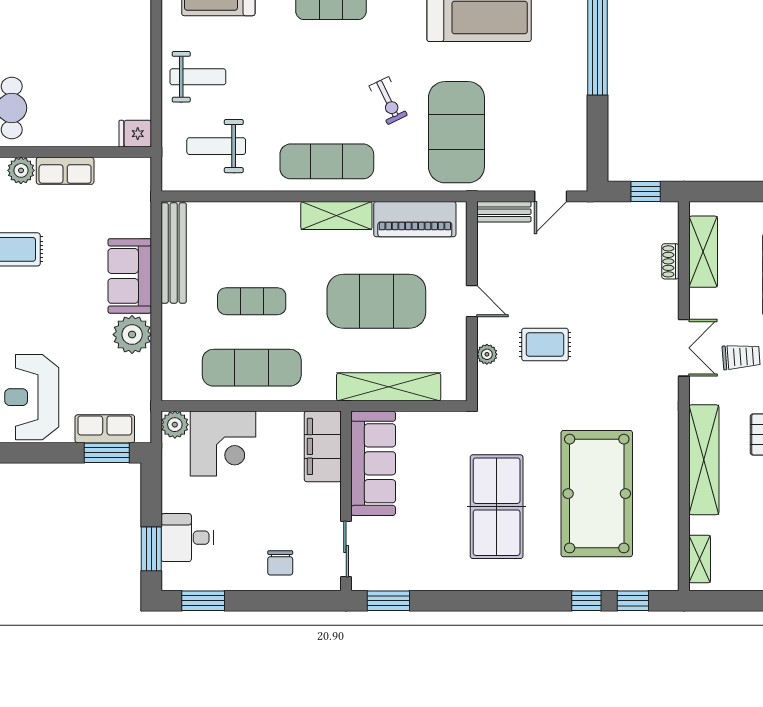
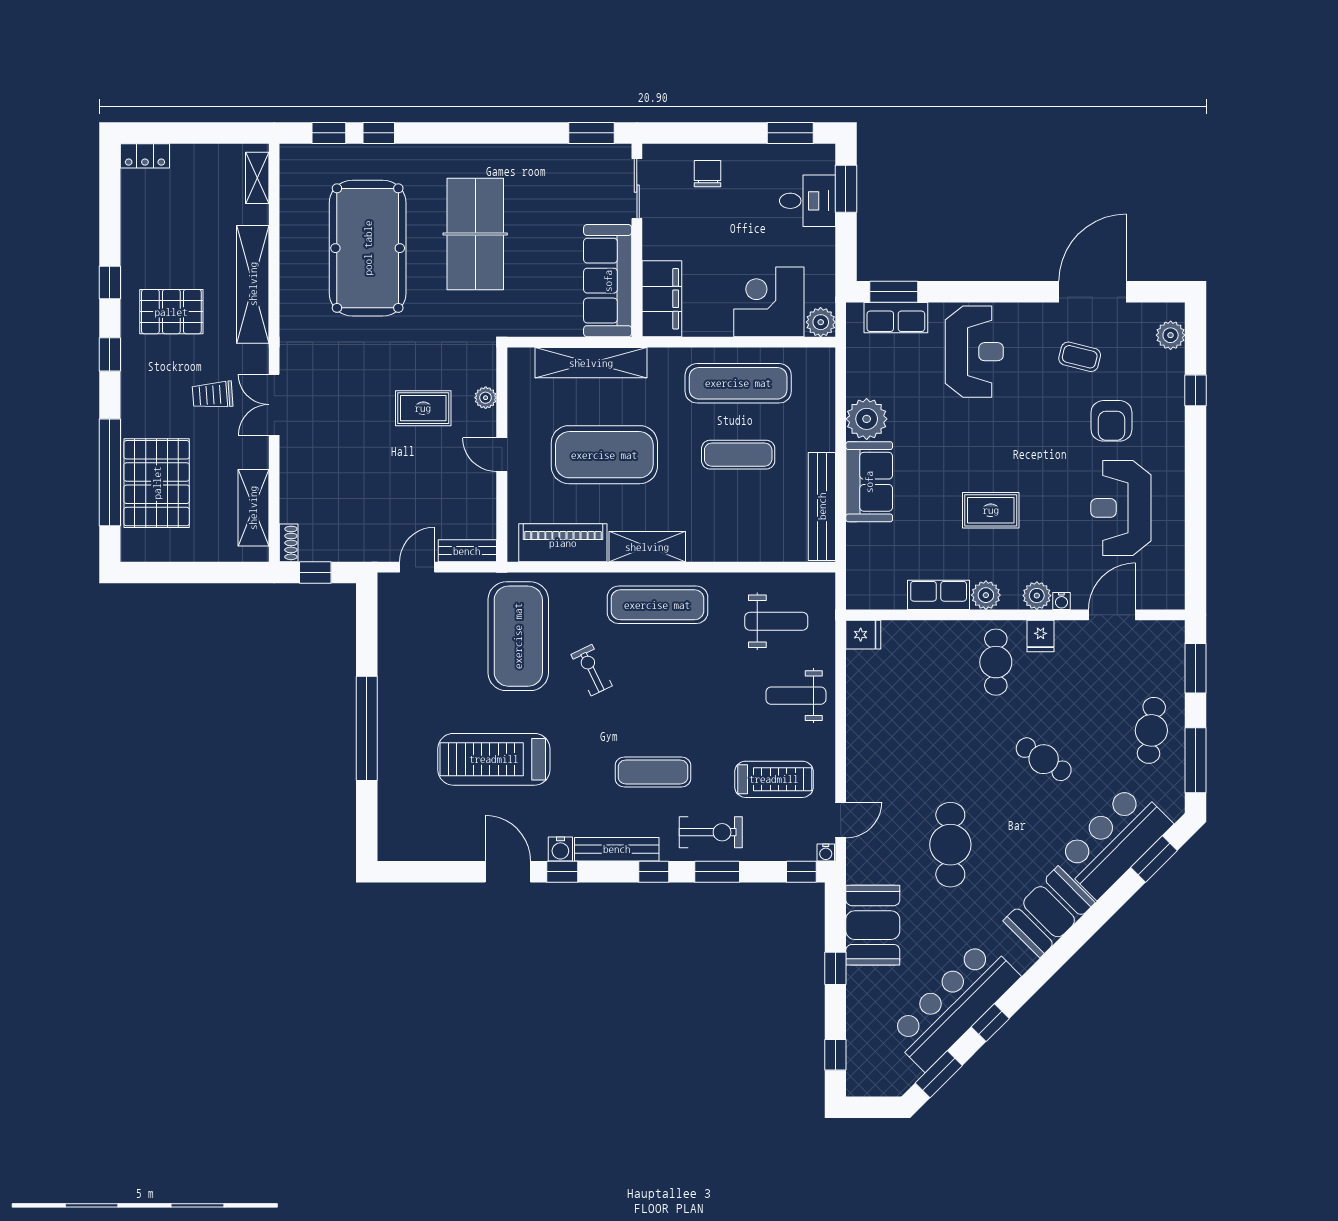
shoe rack: (670, 261) -> (289, 543), moved

